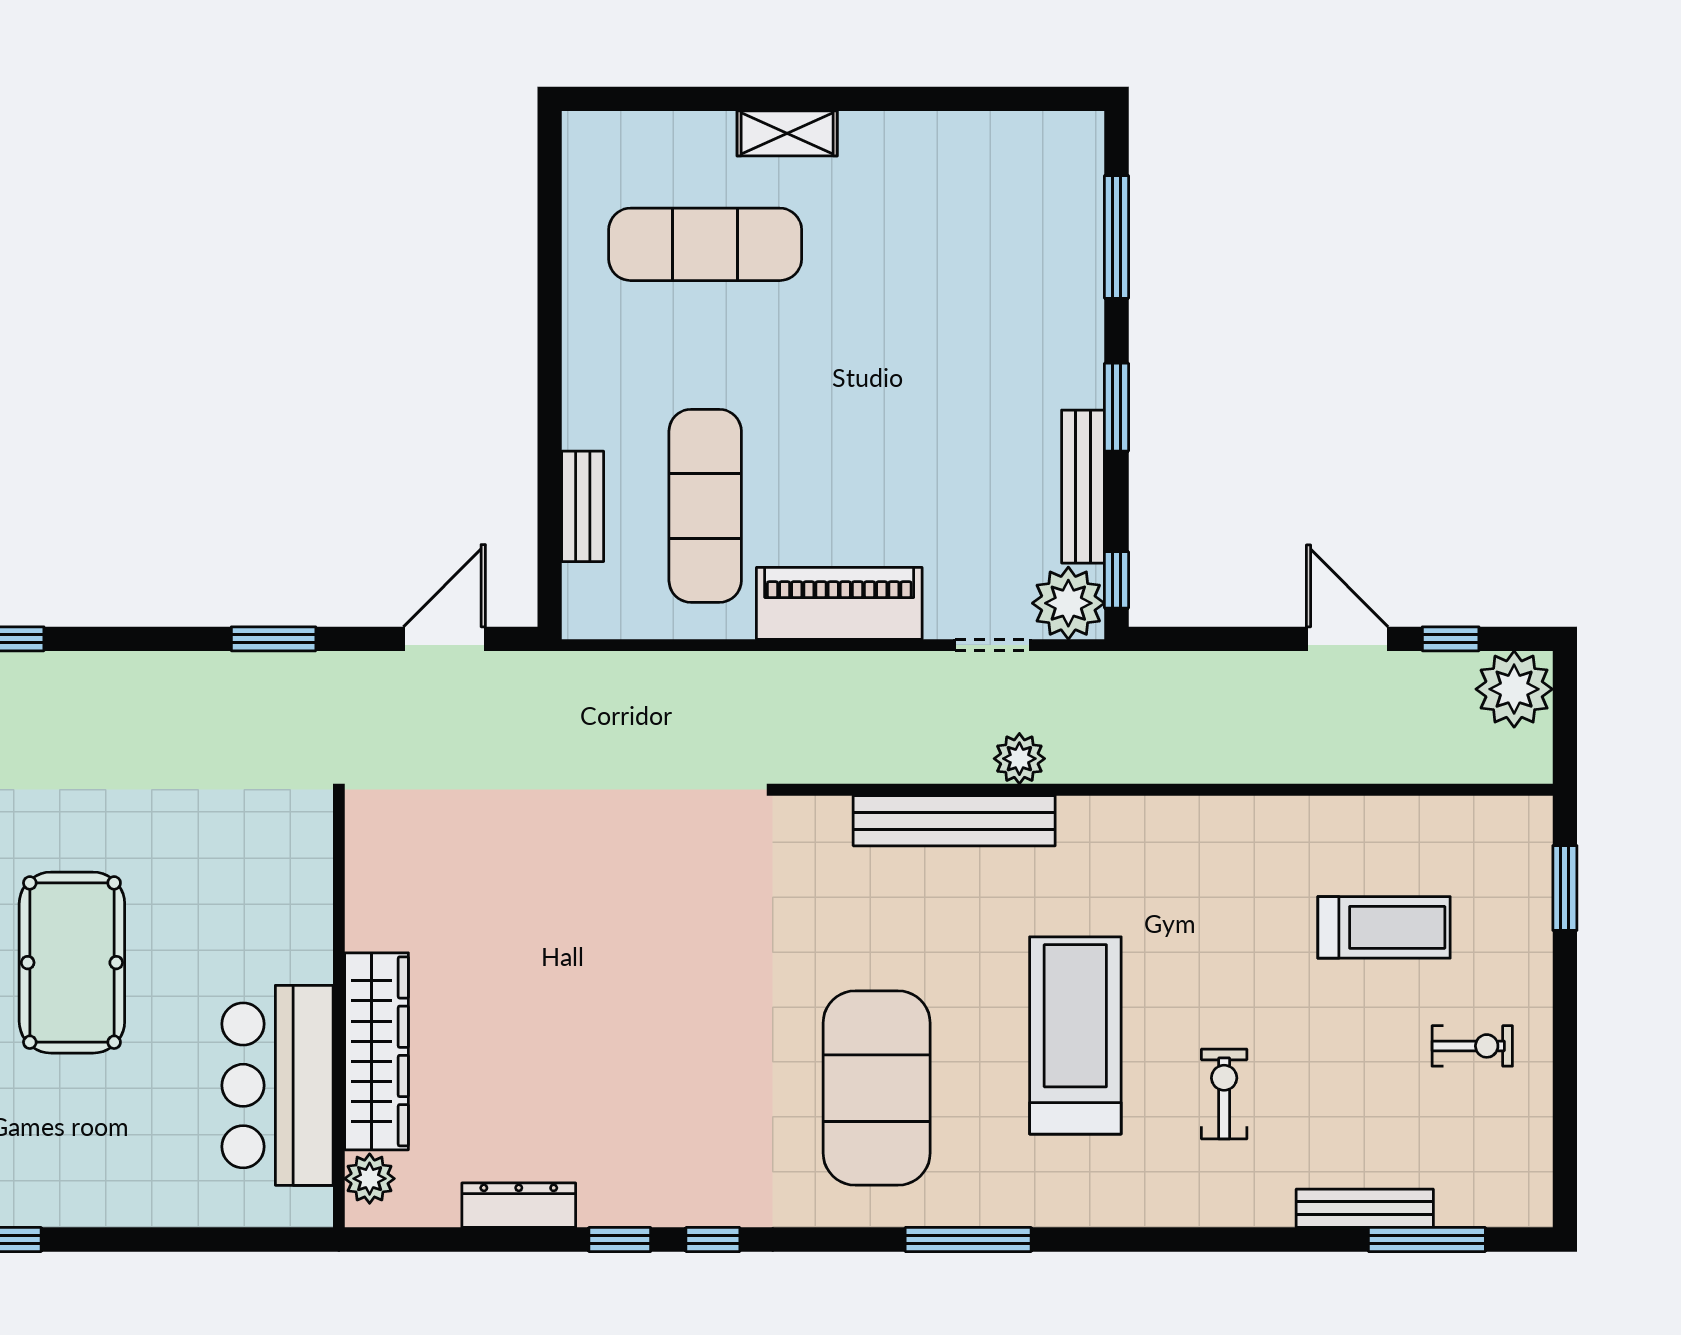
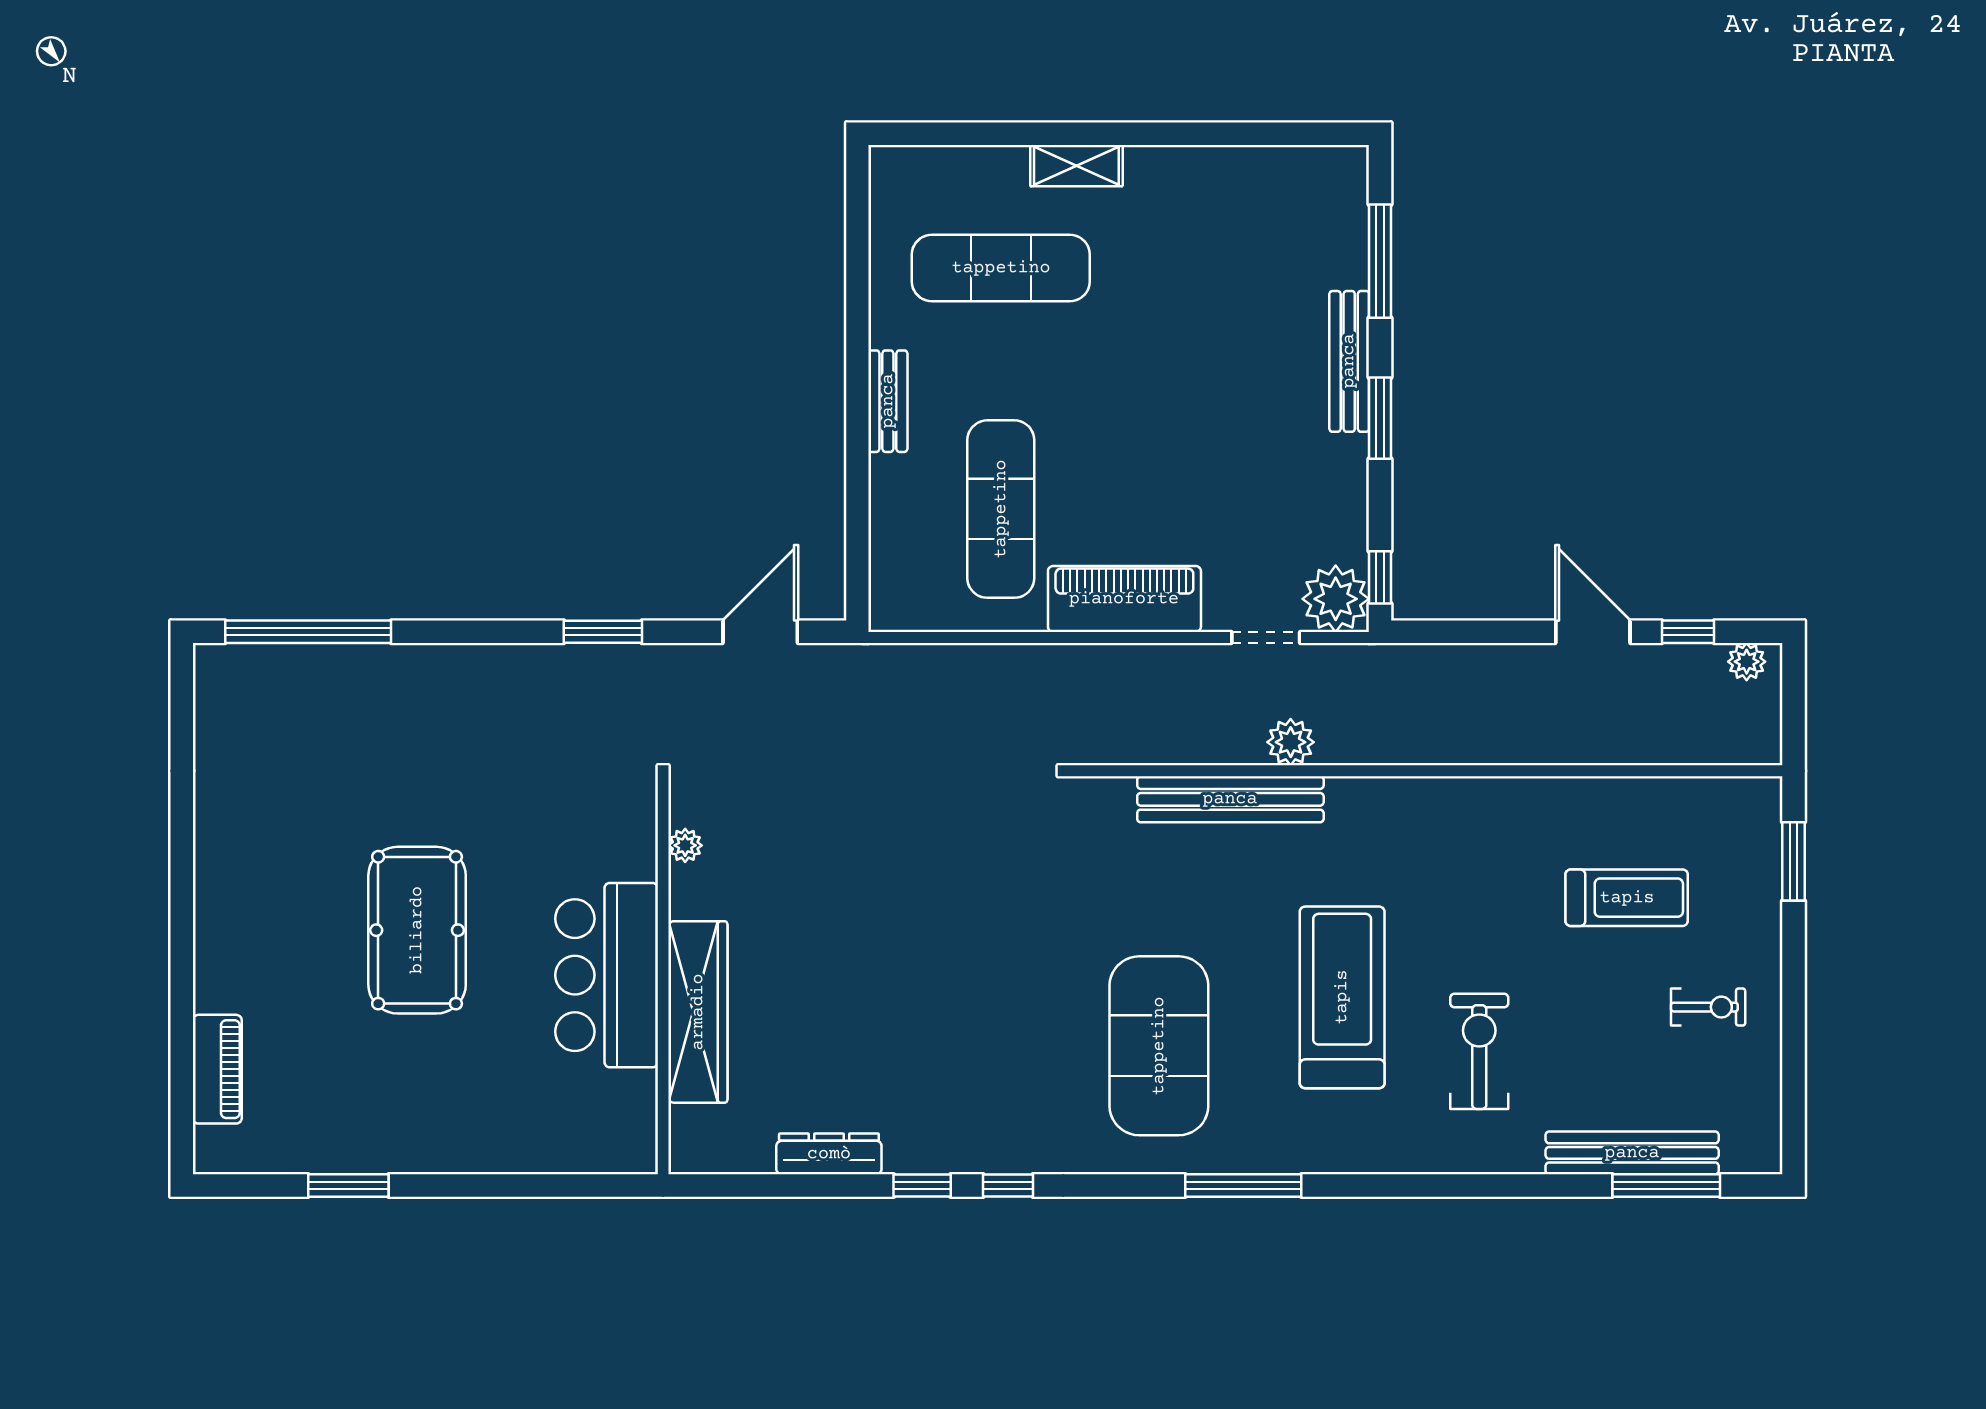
bench: (1083, 487) -> (1349, 361), moved
bench: (583, 506) -> (888, 401), moved
plant: (1514, 689) -> (1747, 662), width x0.53, depth x0.53
bar counter: (278, 1085) -> (607, 975), moved
exercise bike: (1224, 1094) -> (1479, 1051), width x1.38, depth x1.39
plant: (370, 1179) -> (685, 845), moved, width x0.73, depth x0.73
bench: (1365, 1208) -> (1632, 1153), width x1.37, depth x1.21

